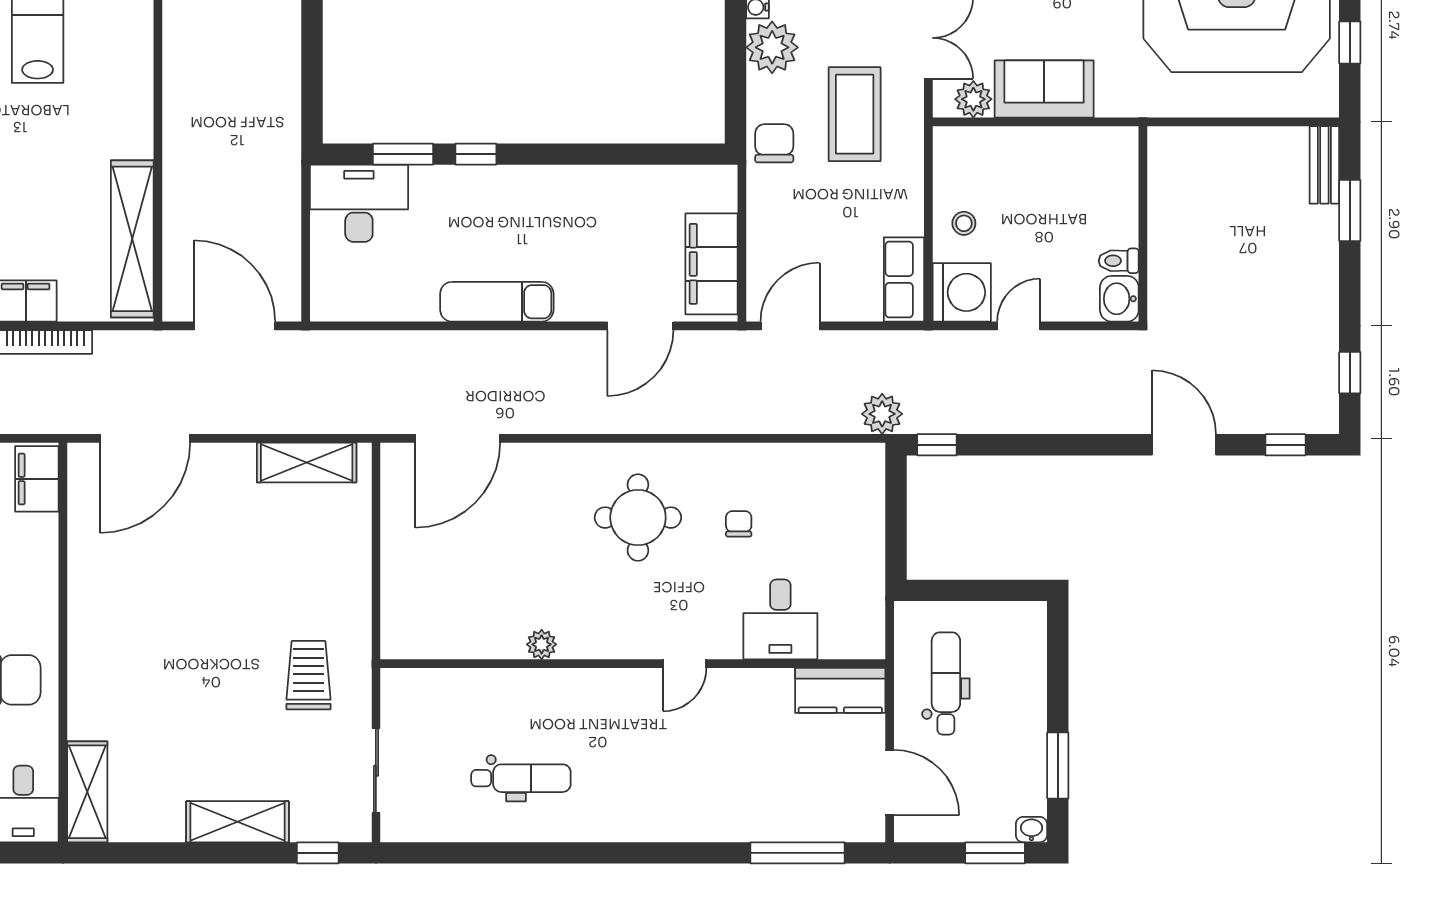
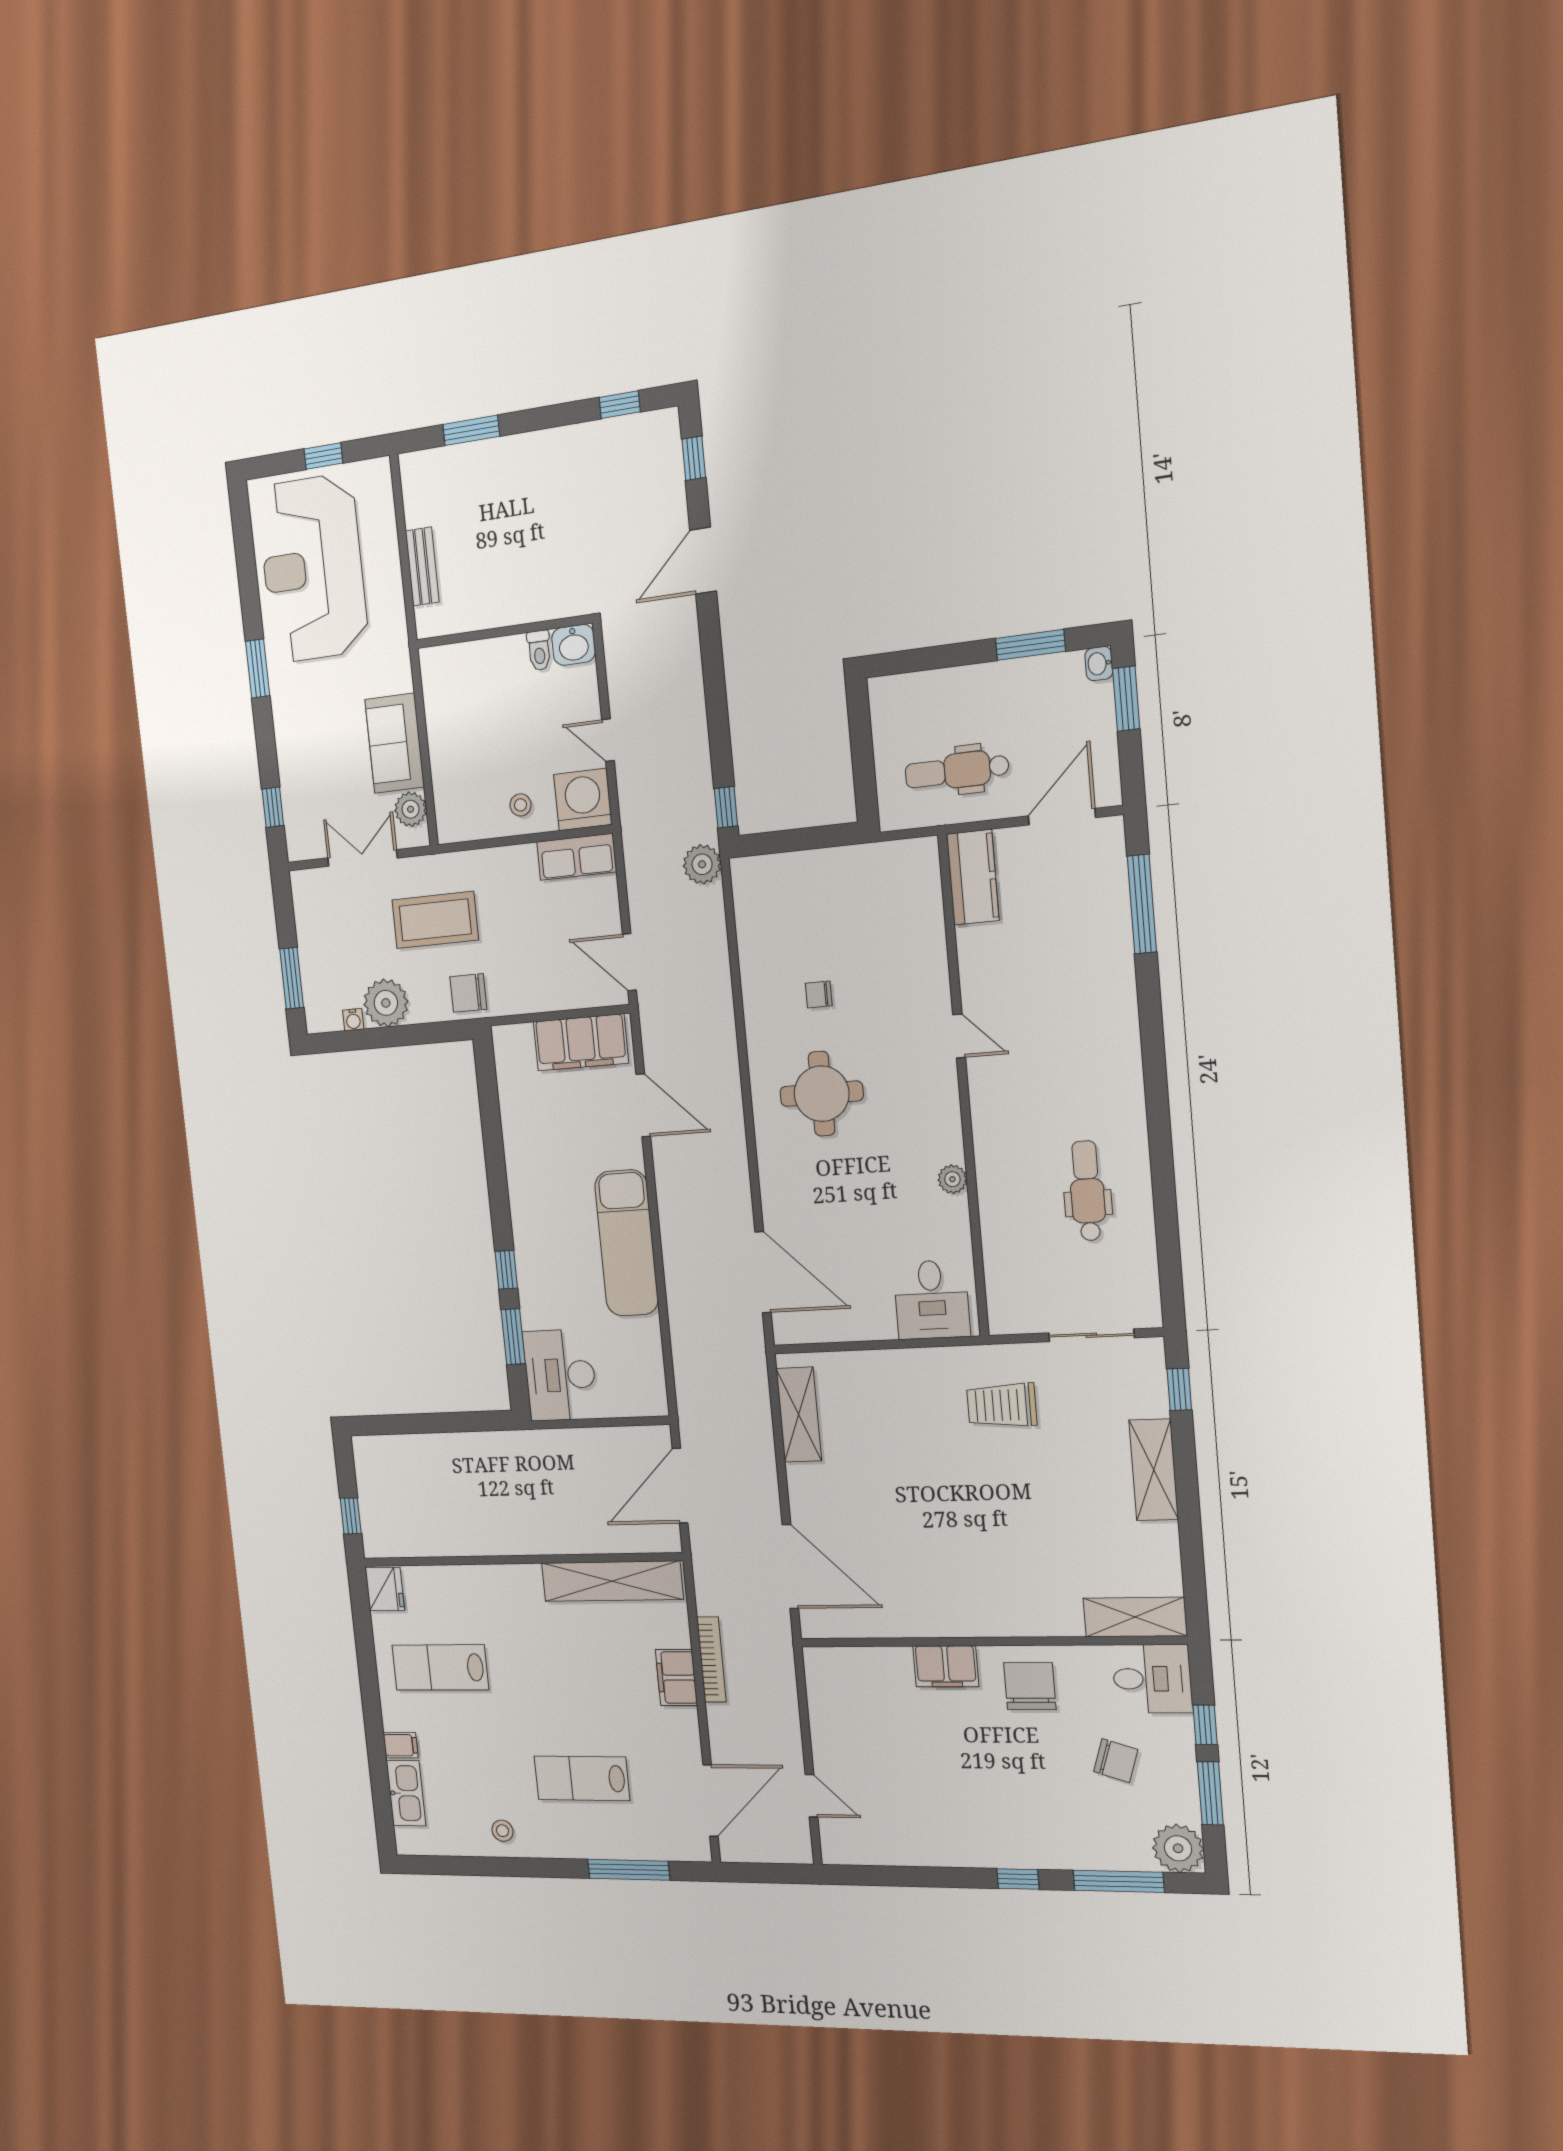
bench: (1324, 165) -> (422, 566), moved, turned 90
exam couch: (497, 302) -> (627, 1243), width x1.36, depth x1.45
filing cabinet: (37, 479) -> (946, 1666), moved
desk: (780, 619) -> (932, 1300), moved, turned 90

